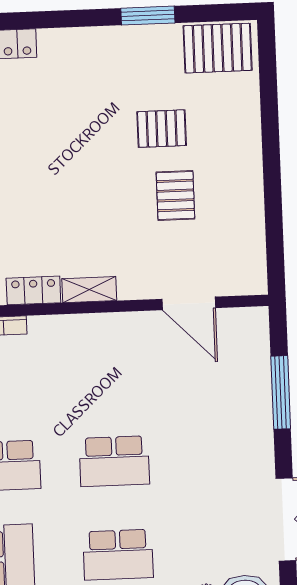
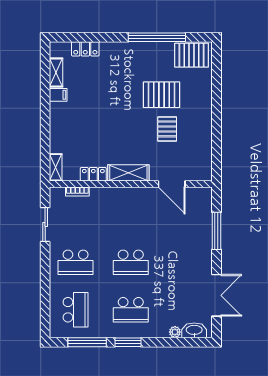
window: (148, 16) -> (157, 37), width x2.11
pallet: (162, 129) -> (162, 95), width x1.50, depth x1.42
shelving: (89, 290) -> (128, 173), width x1.50, depth x1.33

